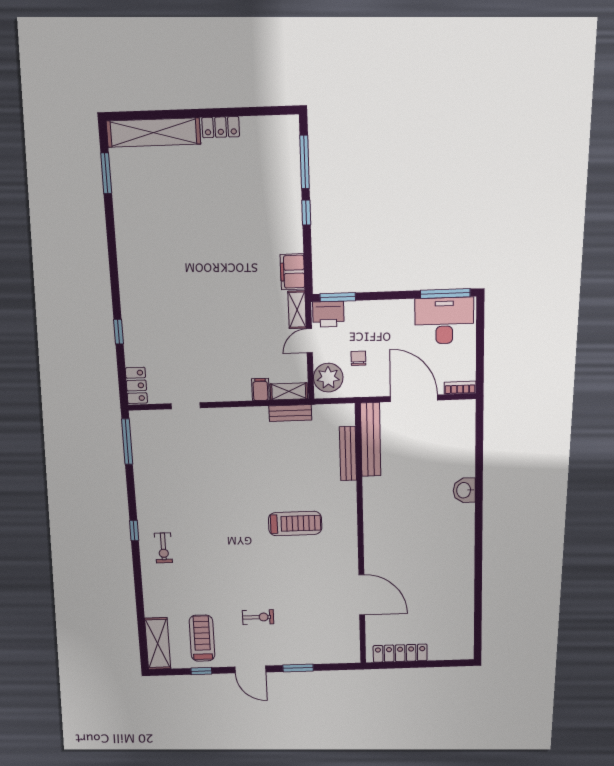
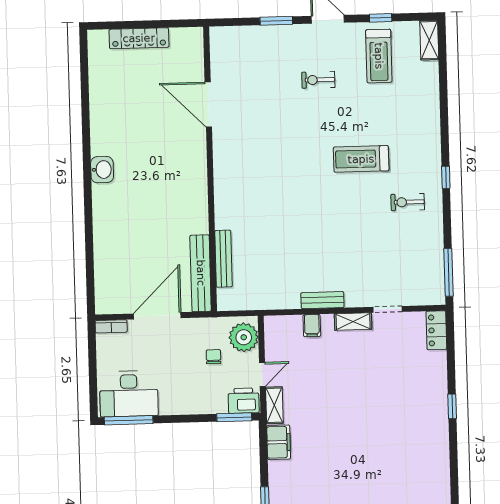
window: (119, 332) -> (452, 406), moved
chair: (358, 358) -> (213, 357), turned 180
shelving: (289, 391) -> (353, 322), moved
door: (414, 398) -> (157, 316), swing flipped
bench: (290, 413) -> (322, 300), moved
washbasin: (464, 490) -> (102, 170), moved
treadmill: (295, 524) -> (361, 159), moved
exercise bike: (163, 548) -> (408, 202), moved, turned -90
shelving: (158, 643) -> (429, 40), width x0.67, depth x0.75
locker: (400, 653) -> (139, 38), moved

